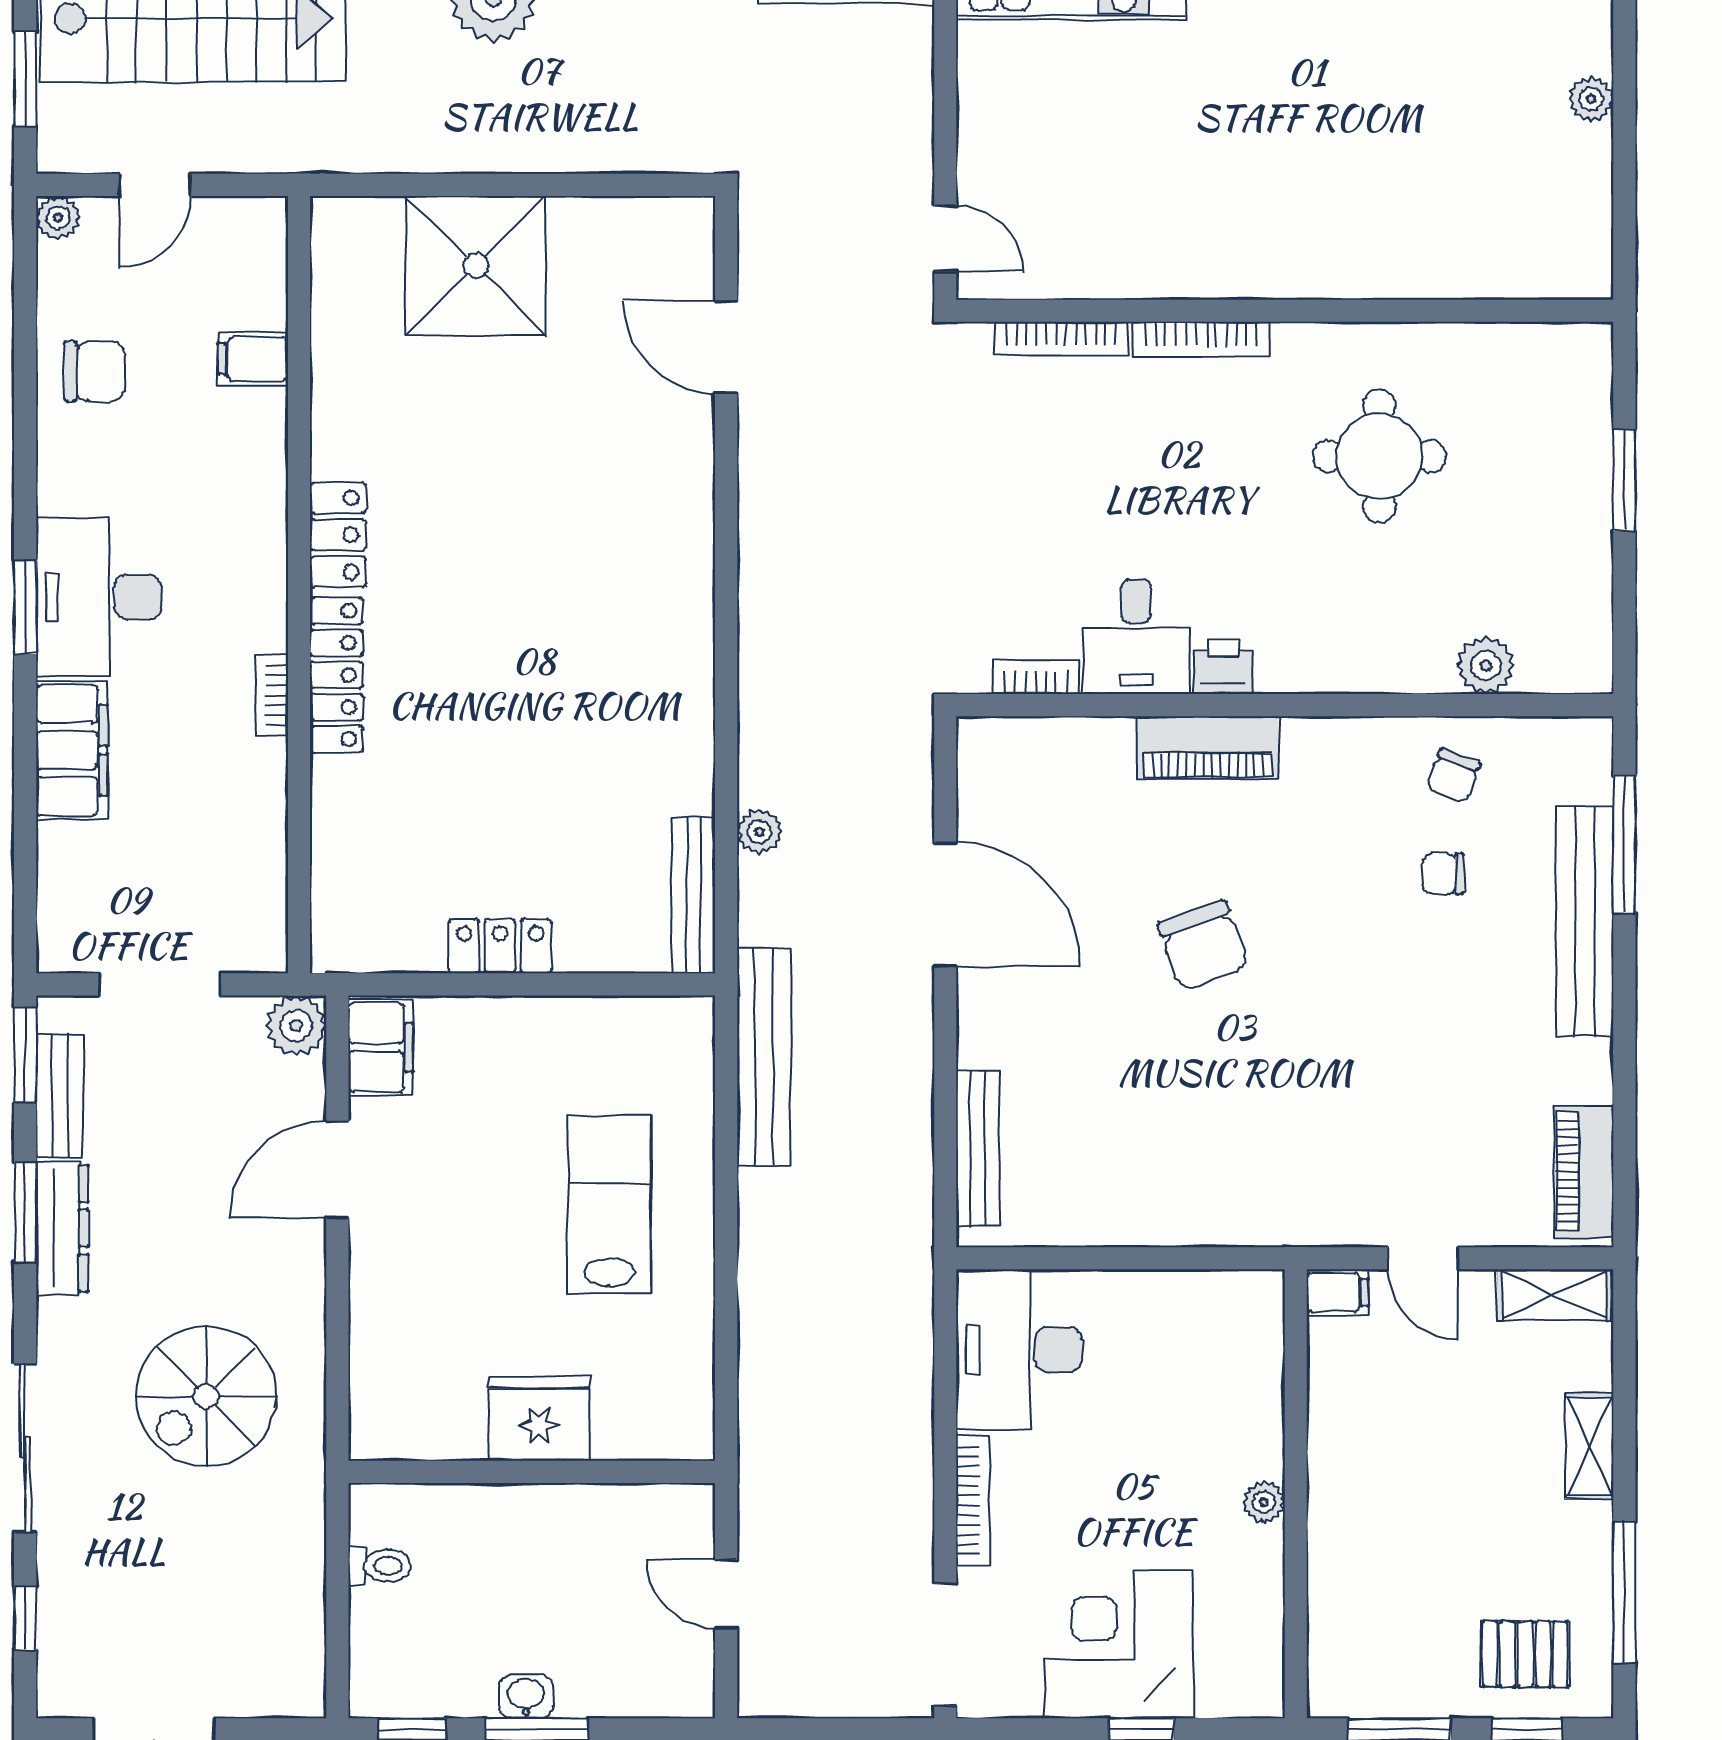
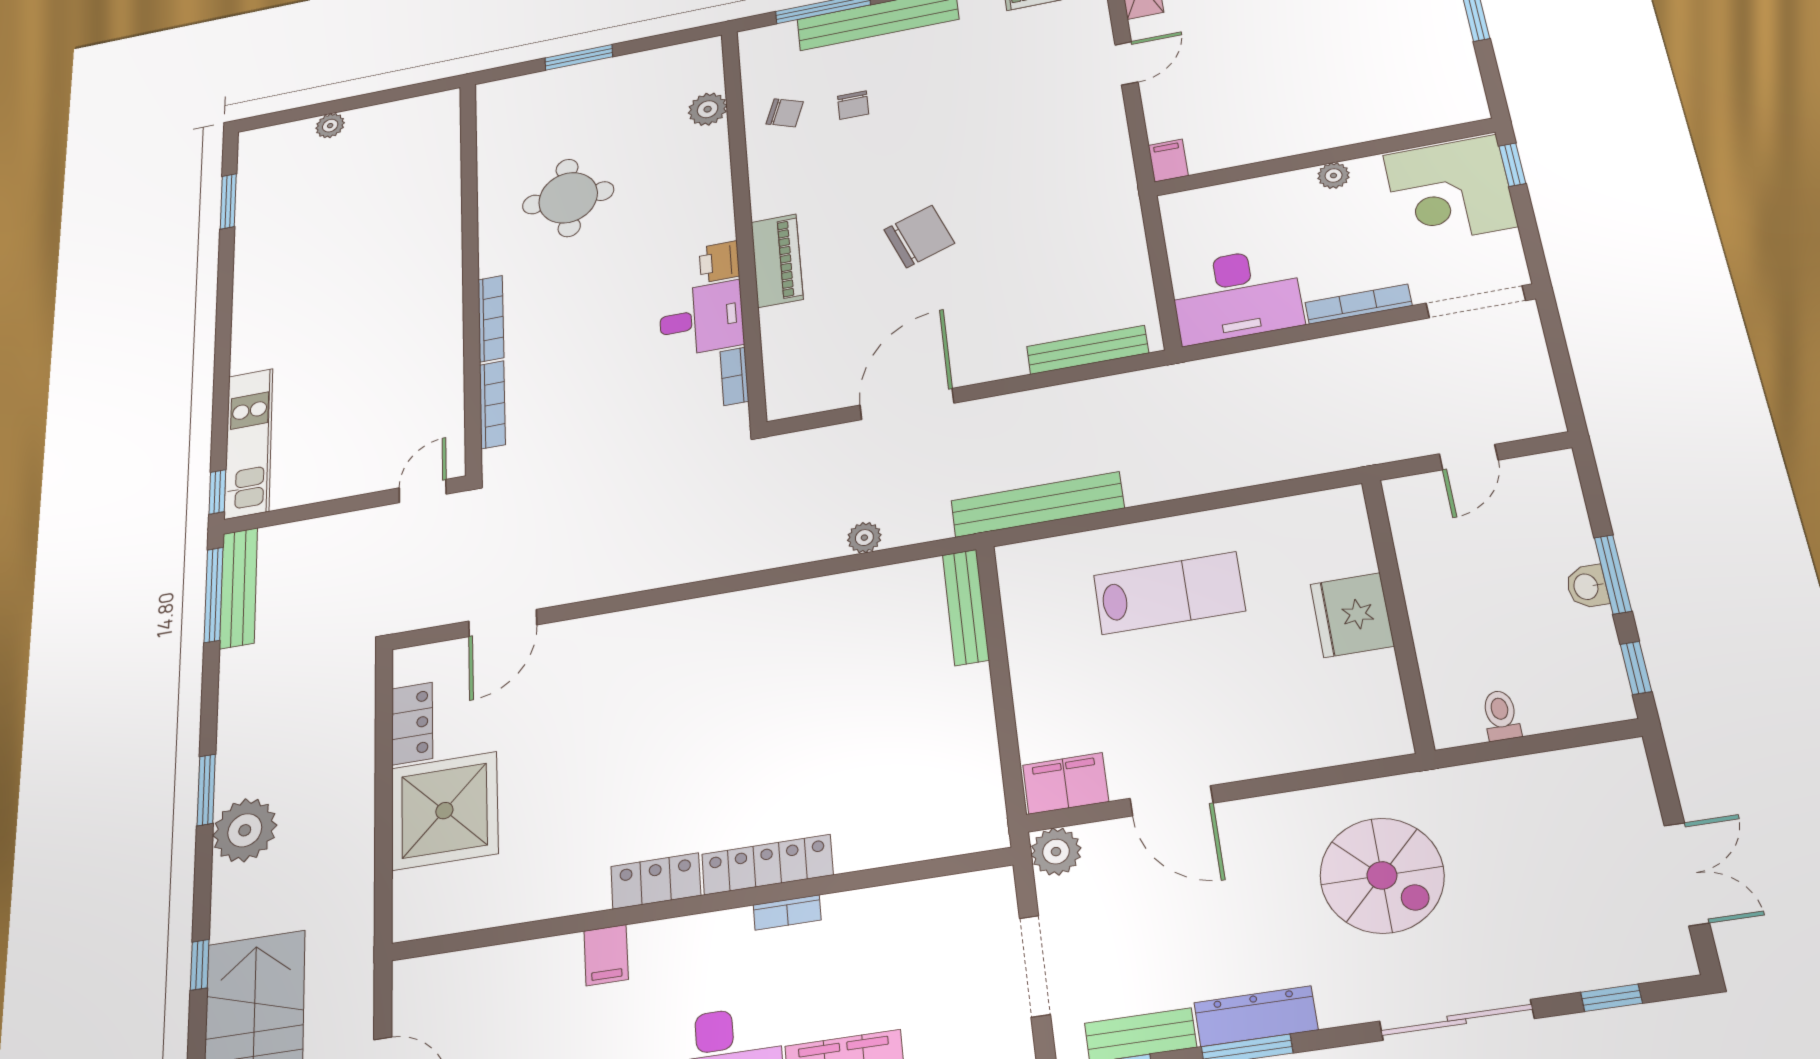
filing cabinet: (253, 359) -> (606, 955), moved
bench: (693, 895) -> (966, 607), moved, turned 90
locker: (500, 946) -> (412, 723), moved, turned 180
lab bench: (609, 1205) -> (1169, 593), turned 180
filing cabinet: (1337, 1292) -> (1168, 160), moved
wall: (1296, 1494) -> (1323, 157), moved
plant: (1264, 1502) -> (1334, 176), moved

